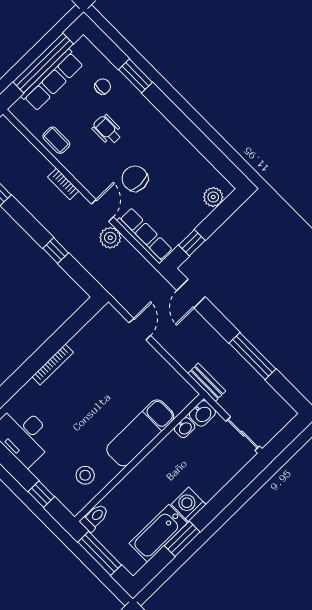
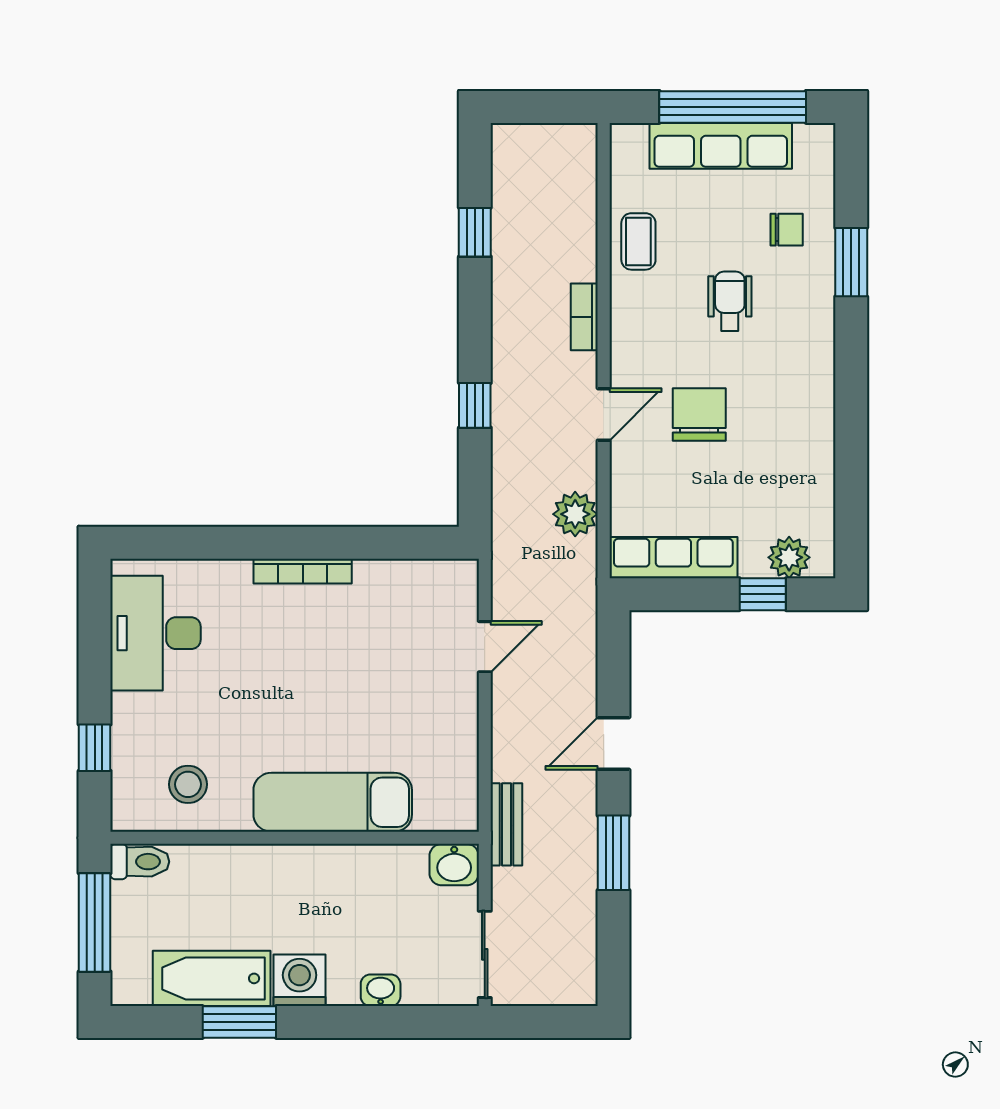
row of seats: (145, 235) -> (673, 558), moved, turned -90
plant: (110, 238) -> (575, 514), moved
window: (192, 243) -> (763, 594), moved
door: (191, 294) -> (613, 743), moved
window: (253, 356) -> (613, 853), width x0.69
washbasin: (185, 428) -> (381, 990), moved, turned 180

